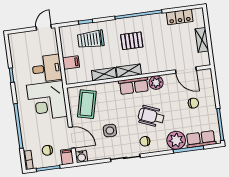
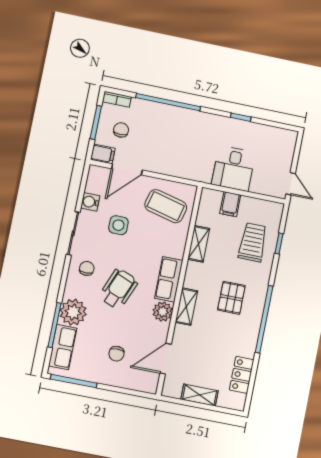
shelving: (129, 71) -> (186, 307), moved
corner desk: (47, 101) -> (189, 153), removed
water cooler: (81, 157) -> (90, 202), moved

